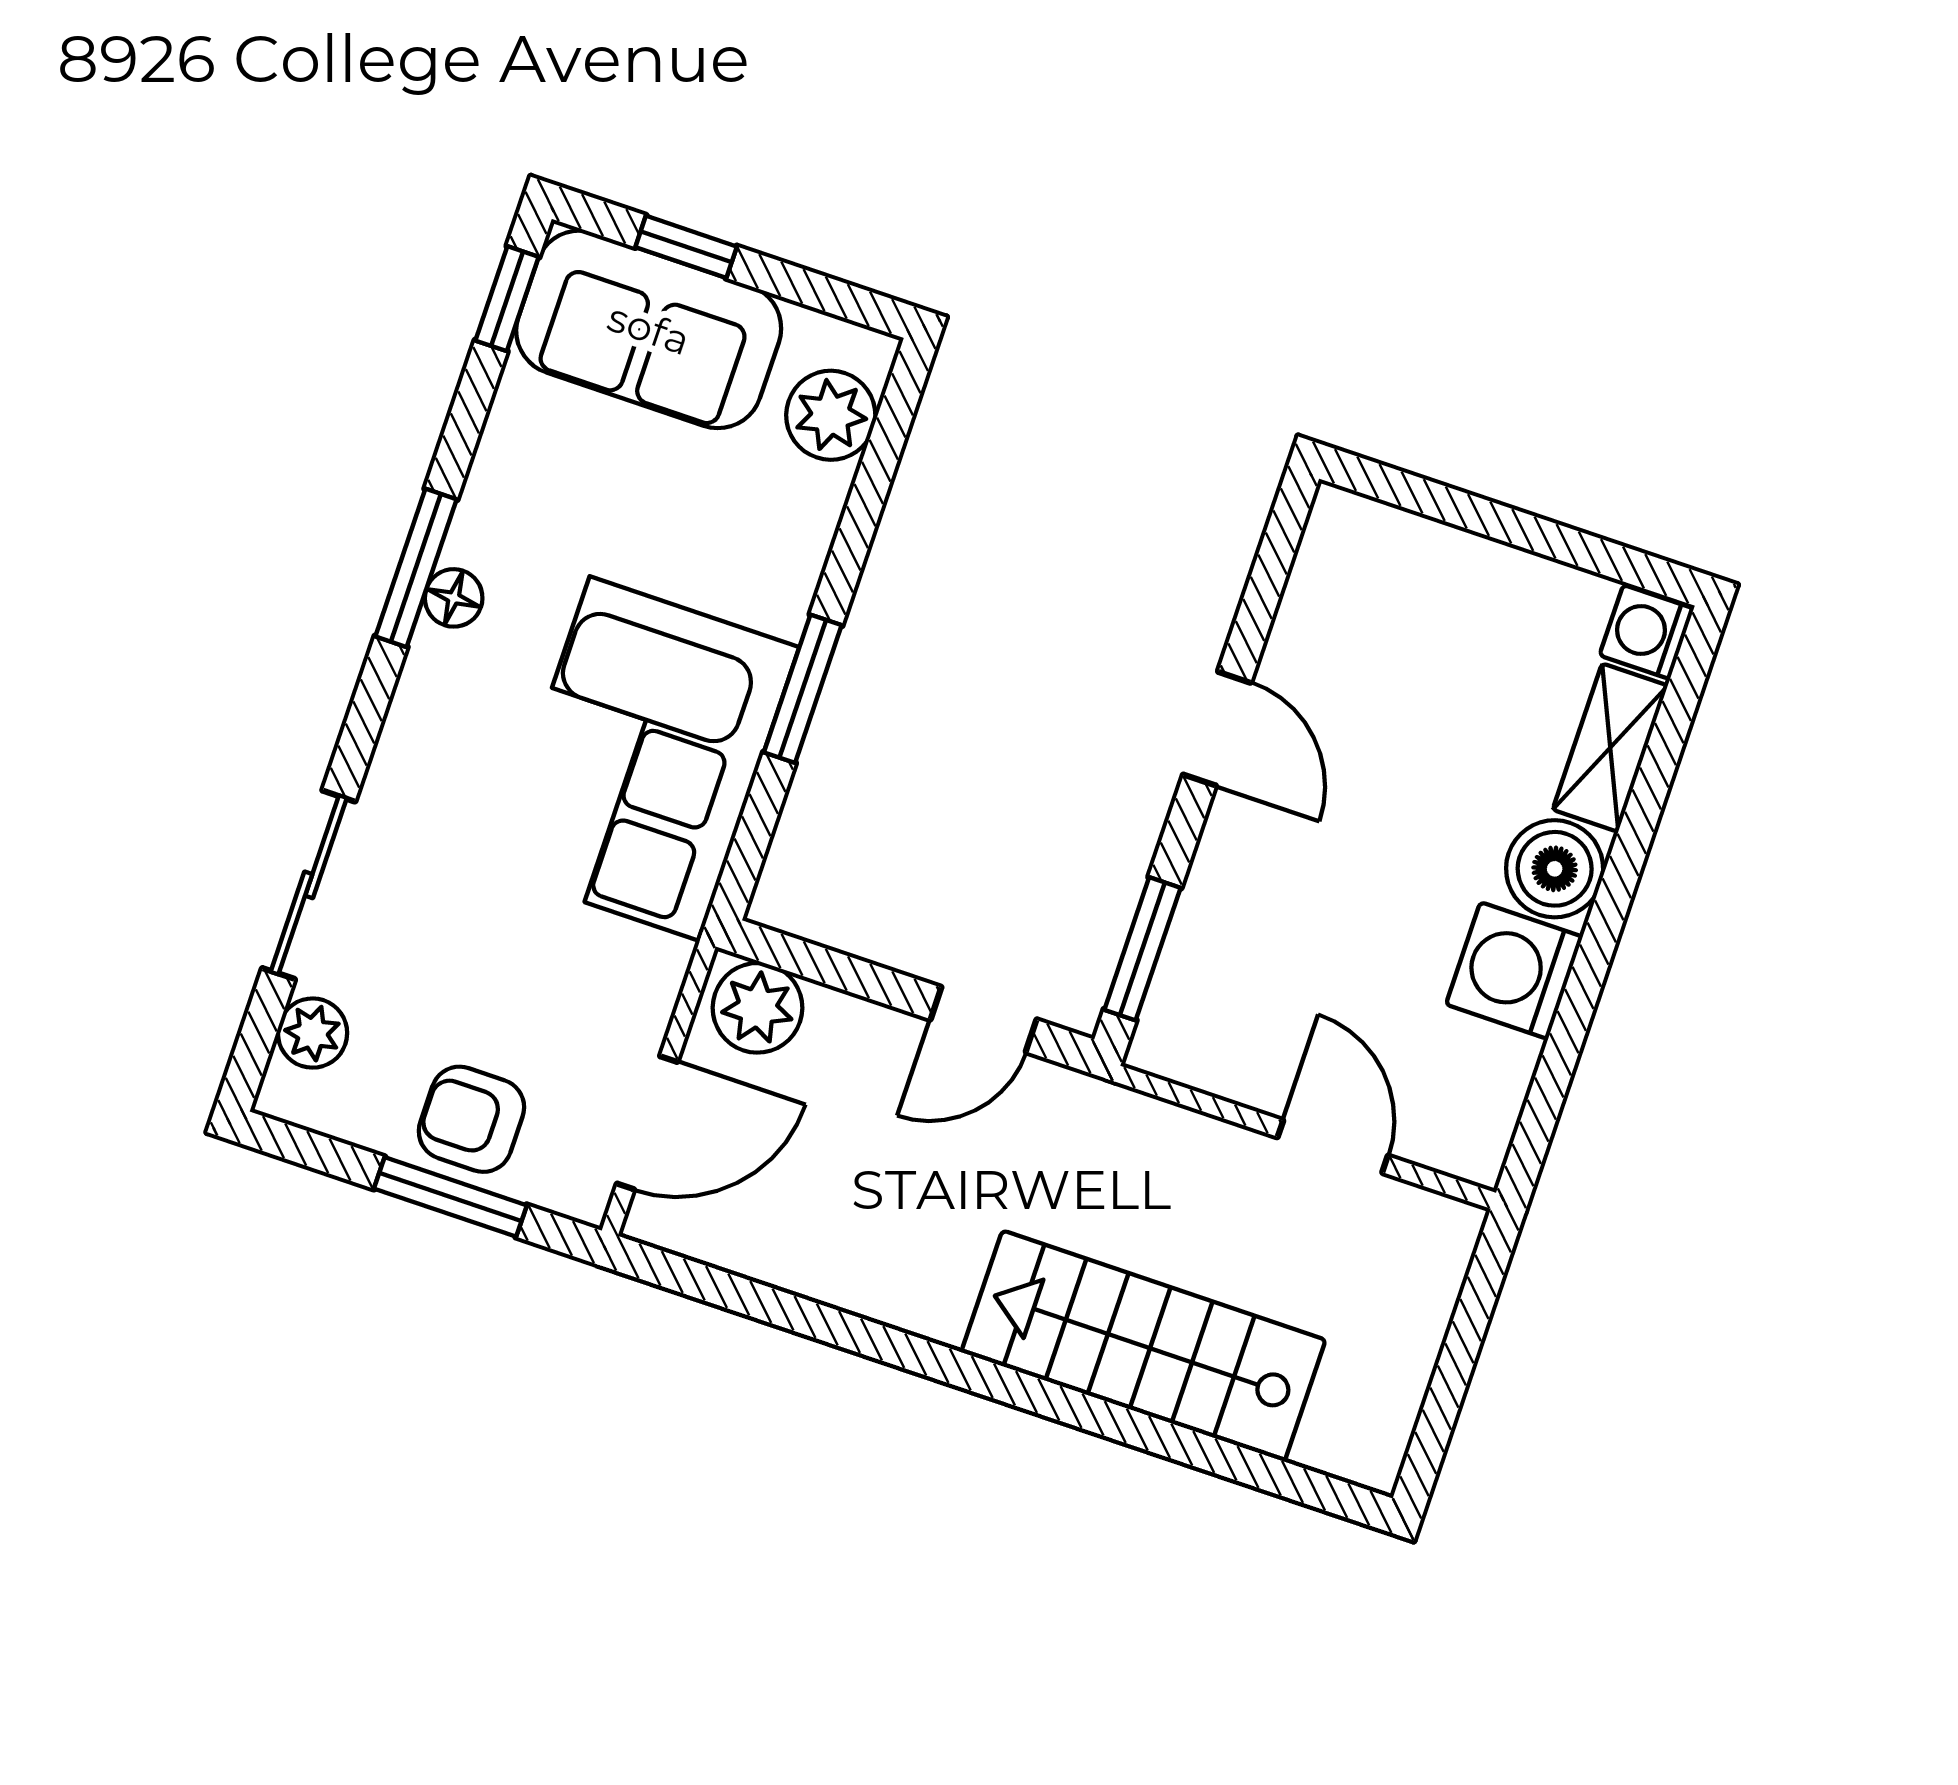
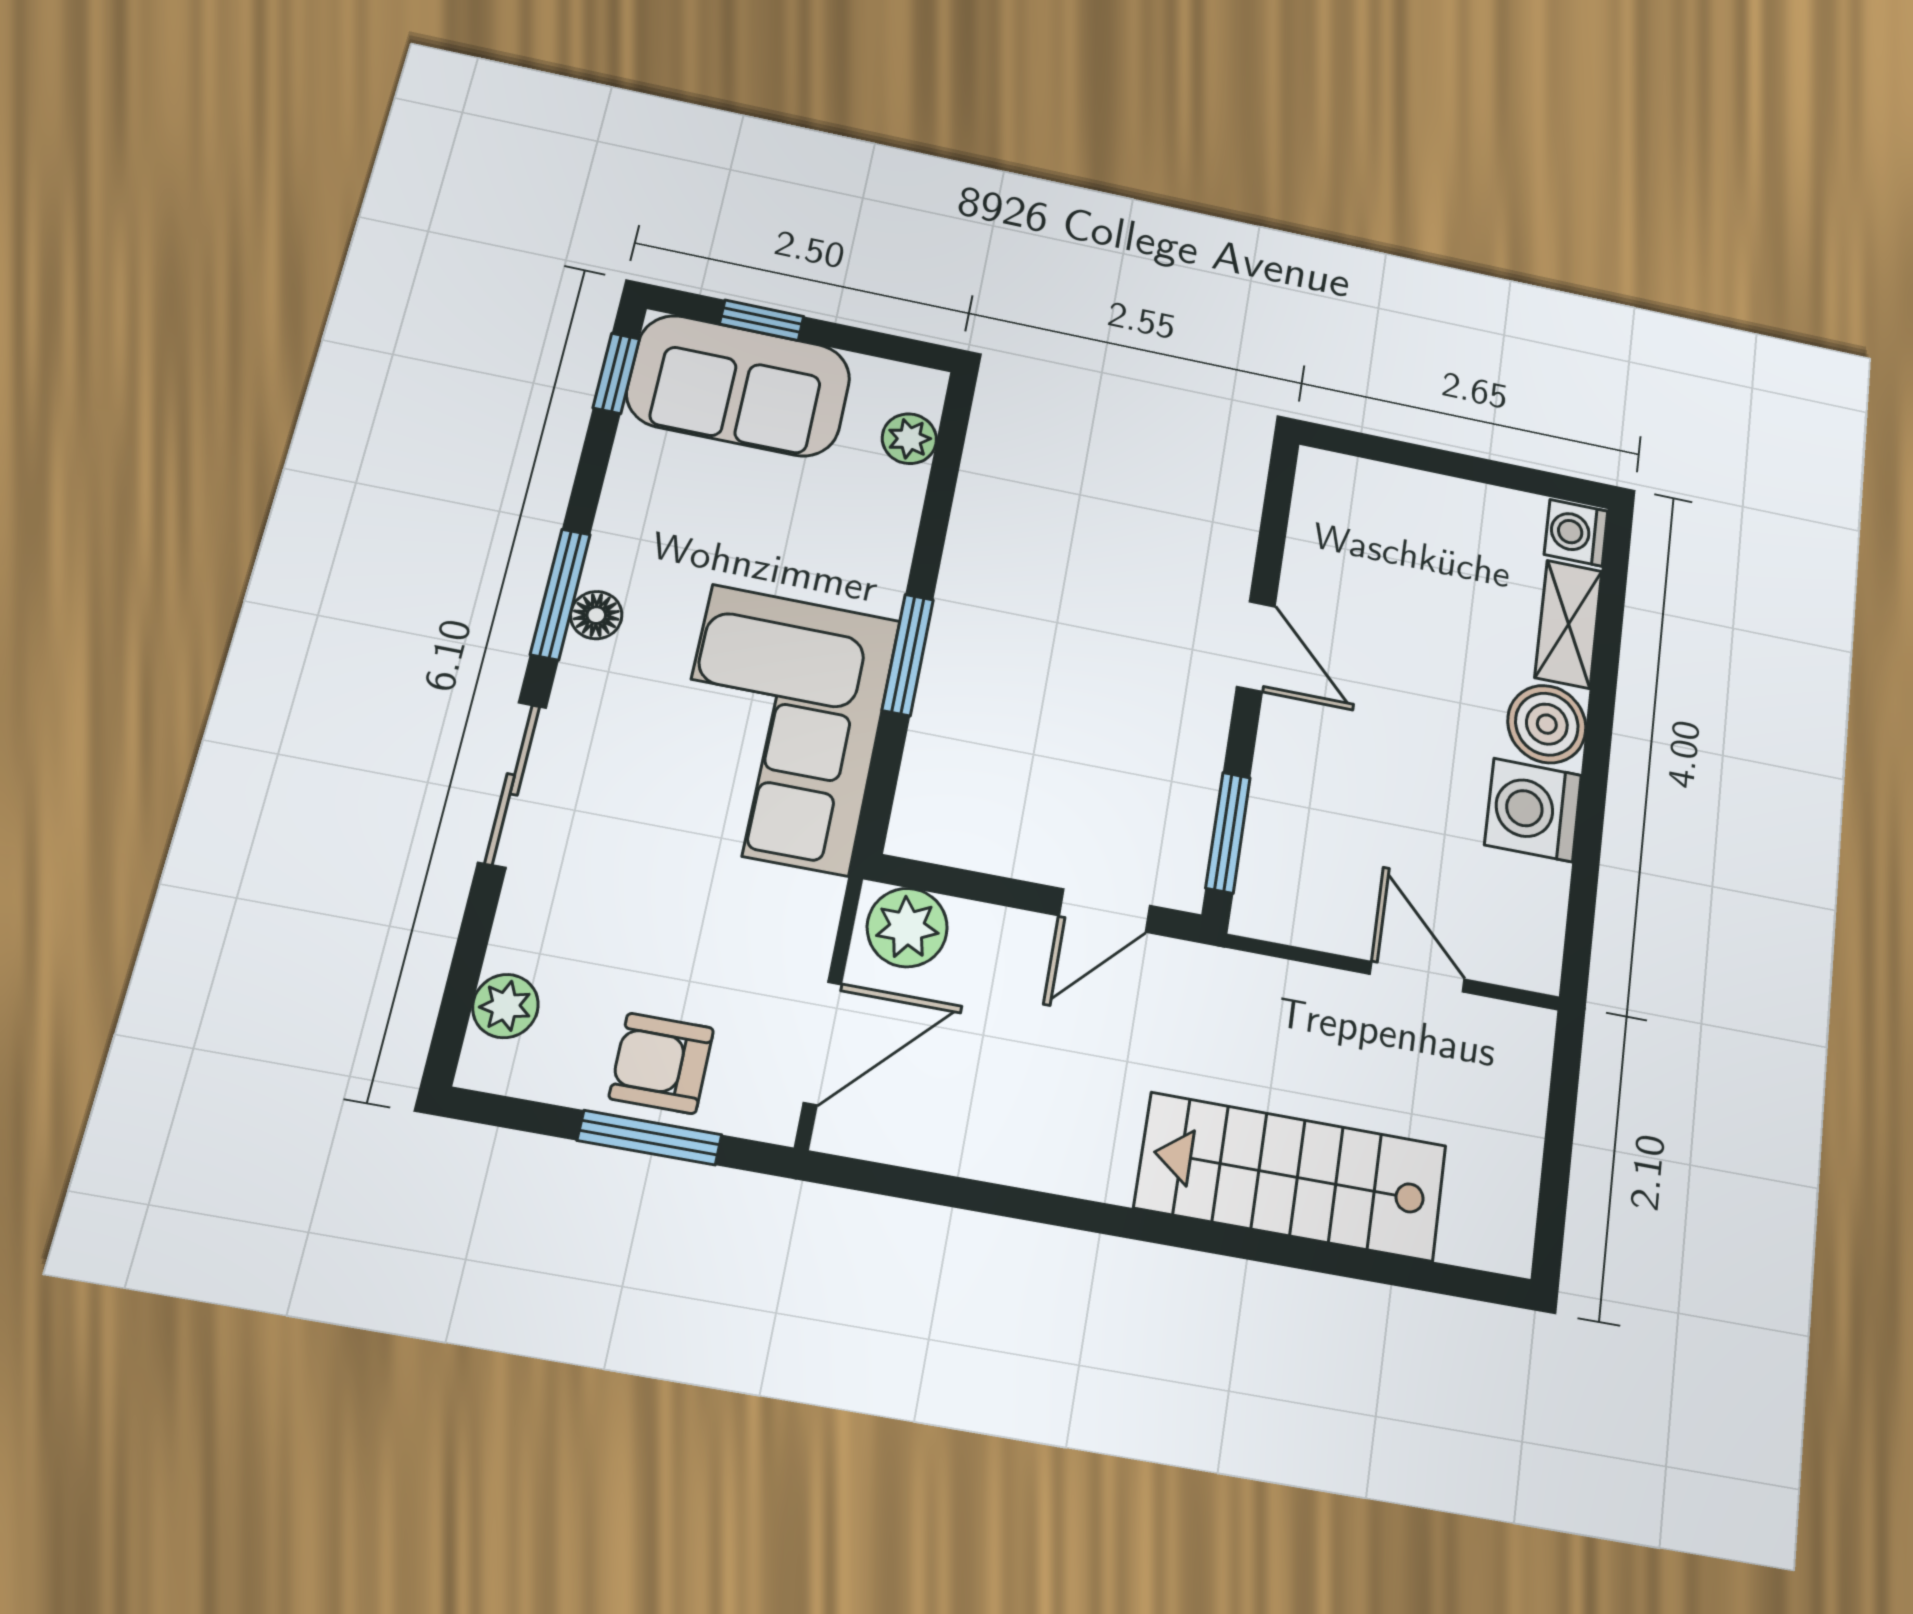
plant: (831, 415) -> (909, 439), width x0.73, depth x0.73
sliding door: (309, 885) -> (512, 784), moved

